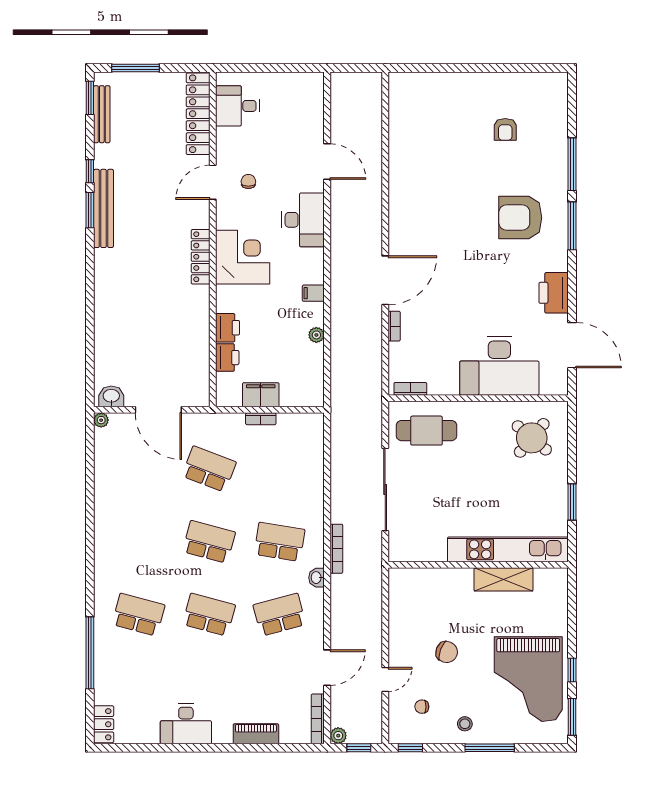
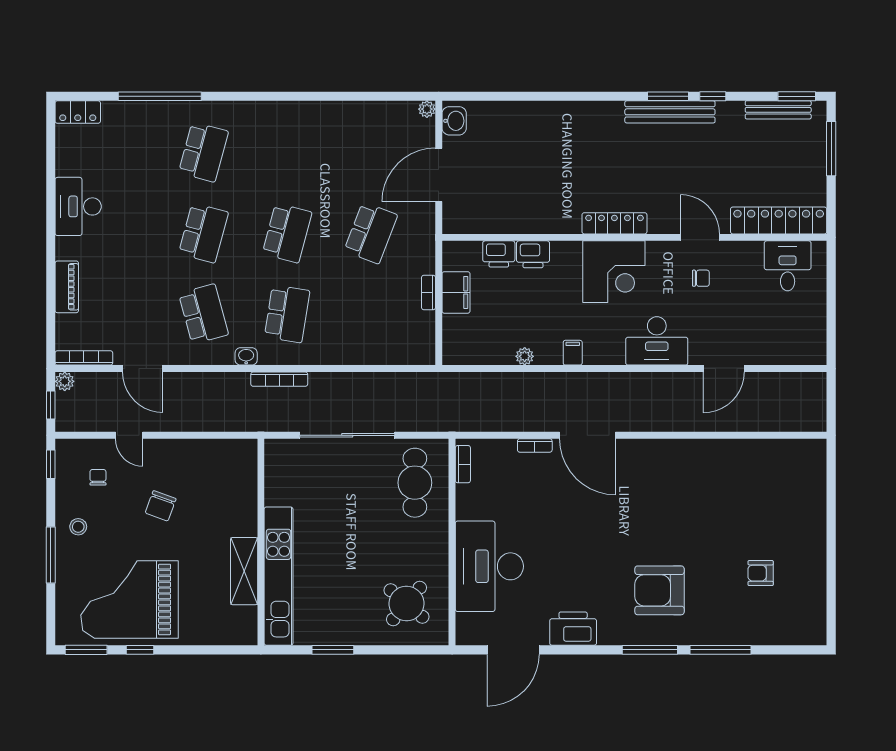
armchair: (520, 218) -> (659, 590), turned -90

